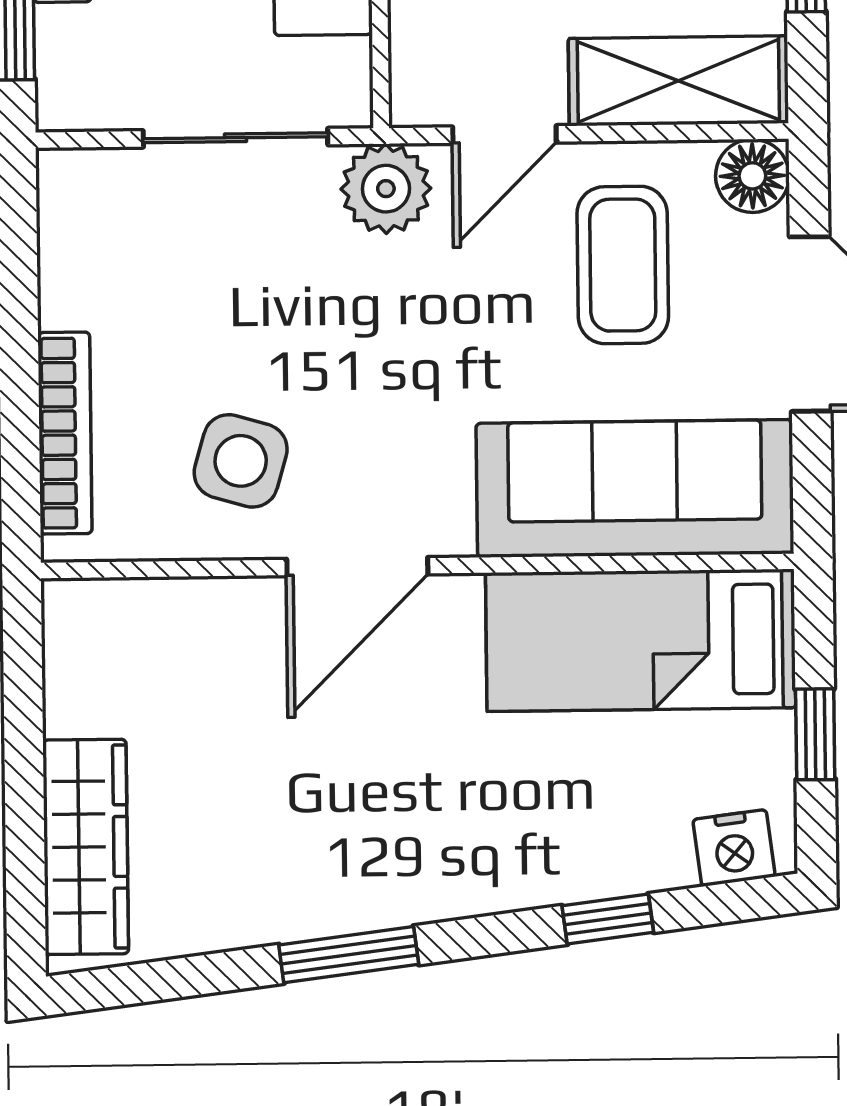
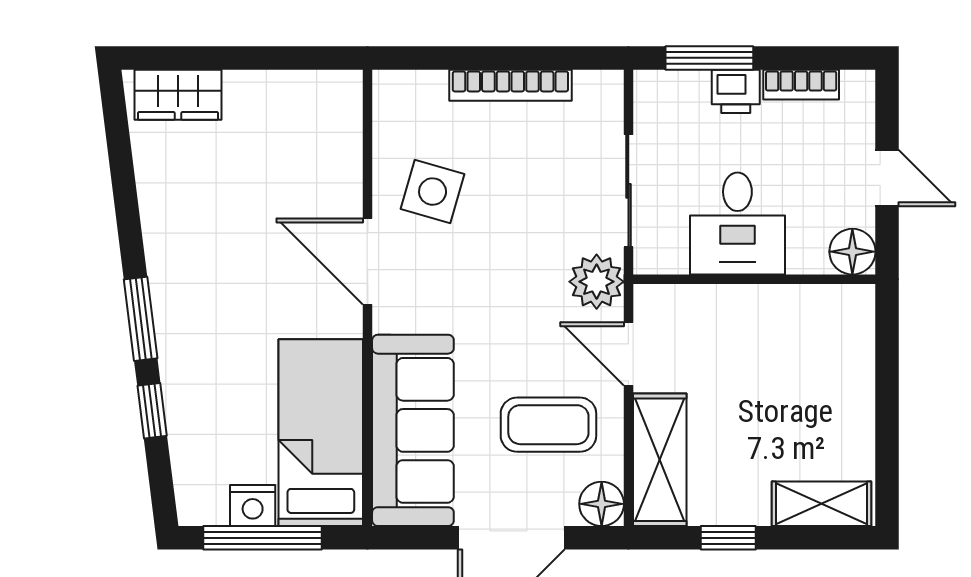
bookcase: (65, 433) -> (510, 85), moved
window: (815, 734) -> (263, 538), width x2.17
wardrobe: (86, 847) -> (178, 95), width x0.67
nightstand: (734, 848) -> (253, 506), moved, turned -83
window: (349, 955) -> (141, 319), moved

